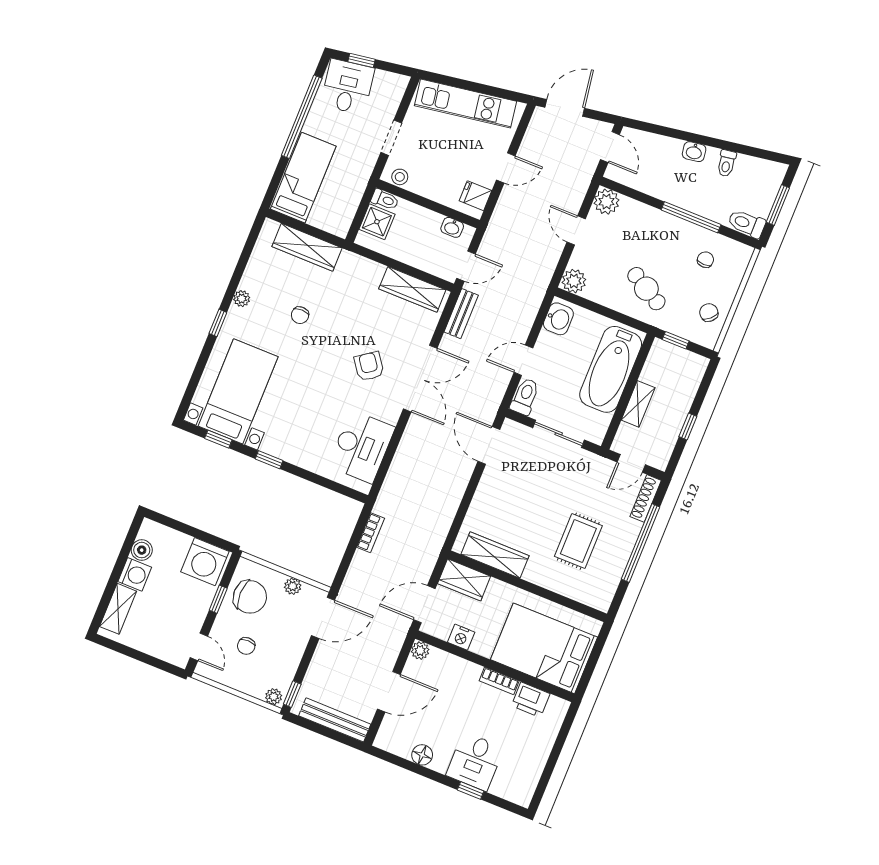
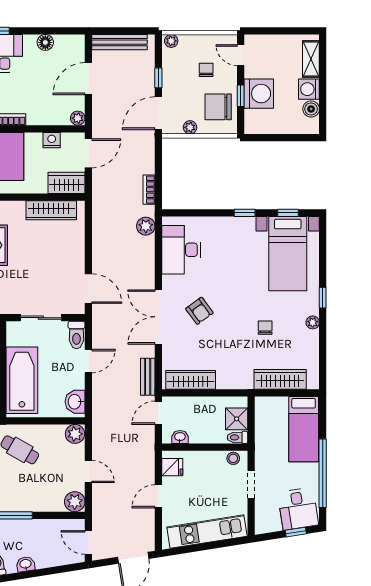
plant: (392, 491) -> (146, 226), added
washing machine: (205, 562) -> (259, 94), moved, turned 90
window: (292, 694) -> (158, 78), moved

